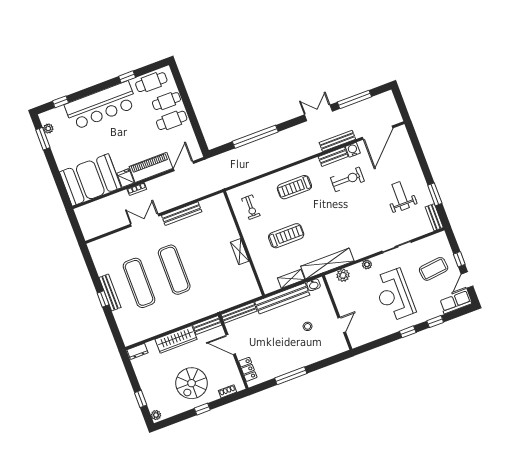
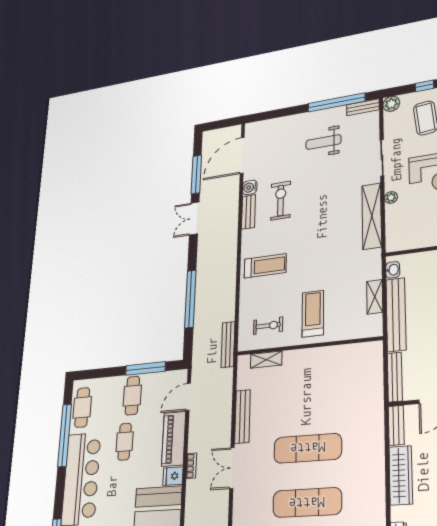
window: (127, 77) -> (65, 435), width x3.17
cafe table: (166, 101) -> (125, 442), moved
window: (194, 122) -> (145, 368), added
door: (378, 133) -> (242, 155), swing flipped
bench: (337, 141) -> (228, 345), moved
door: (183, 166) -> (188, 397), hinge flipped
treadmill: (294, 187) -> (265, 266), turned -90
window: (435, 194) -> (336, 102), width x2.11
treadmill: (286, 236) -> (313, 314), moved
shelving: (240, 252) -> (266, 360), moved
shelving: (327, 264) -> (372, 216), moved
plant: (343, 275) -> (391, 104), moved

